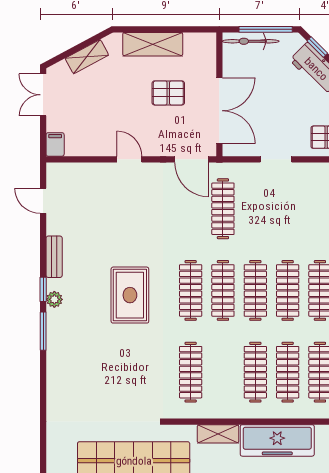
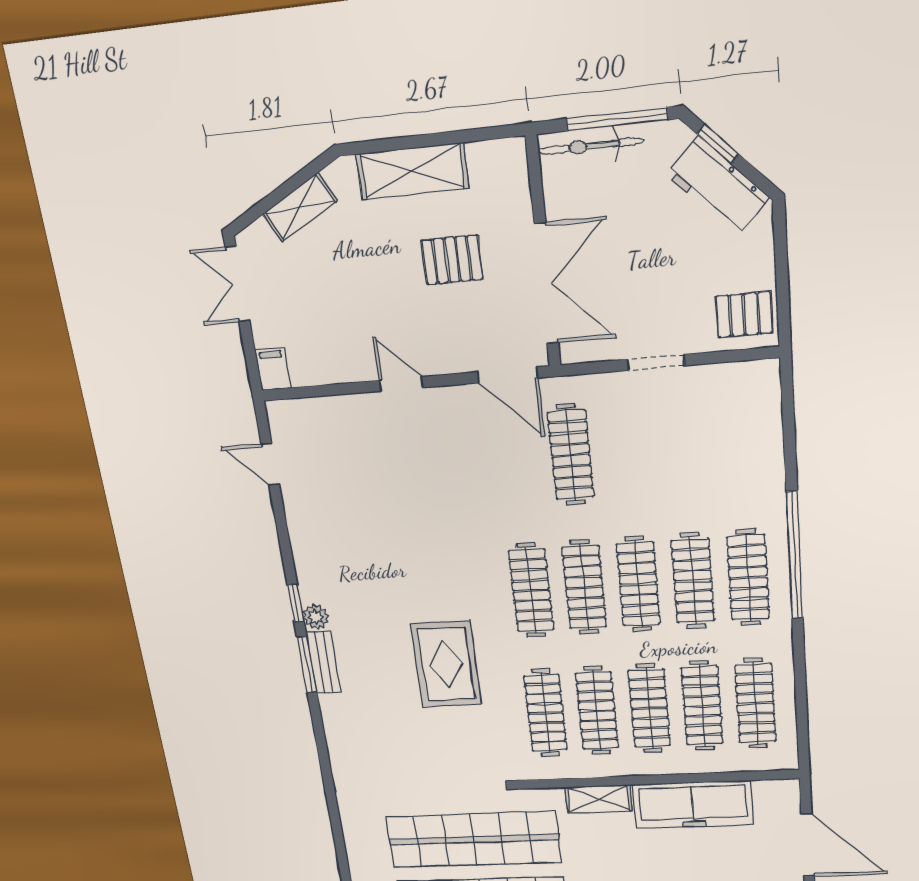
bench: (54, 257) -> (323, 662), moved
rug: (130, 295) -> (446, 664), moved
clothes rail: (223, 372) -> (597, 711), added

